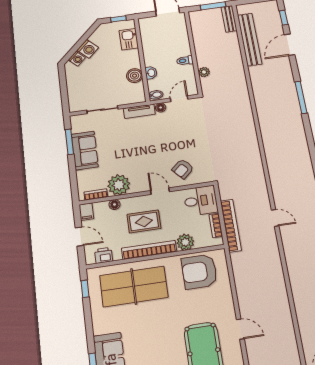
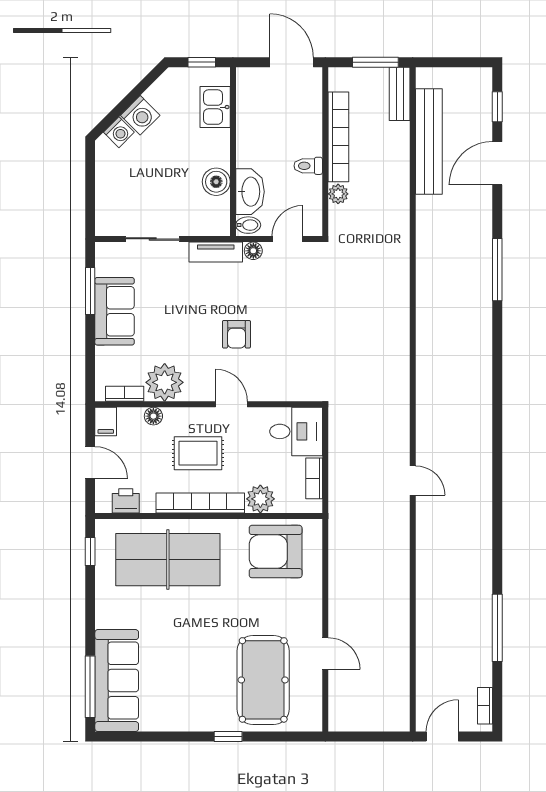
washbasin: (151, 73) -> (250, 192), width x1.91, depth x1.45
armchair: (183, 169) -> (236, 334), moved, turned -48
bookcase: (231, 226) -> (338, 137), moved

